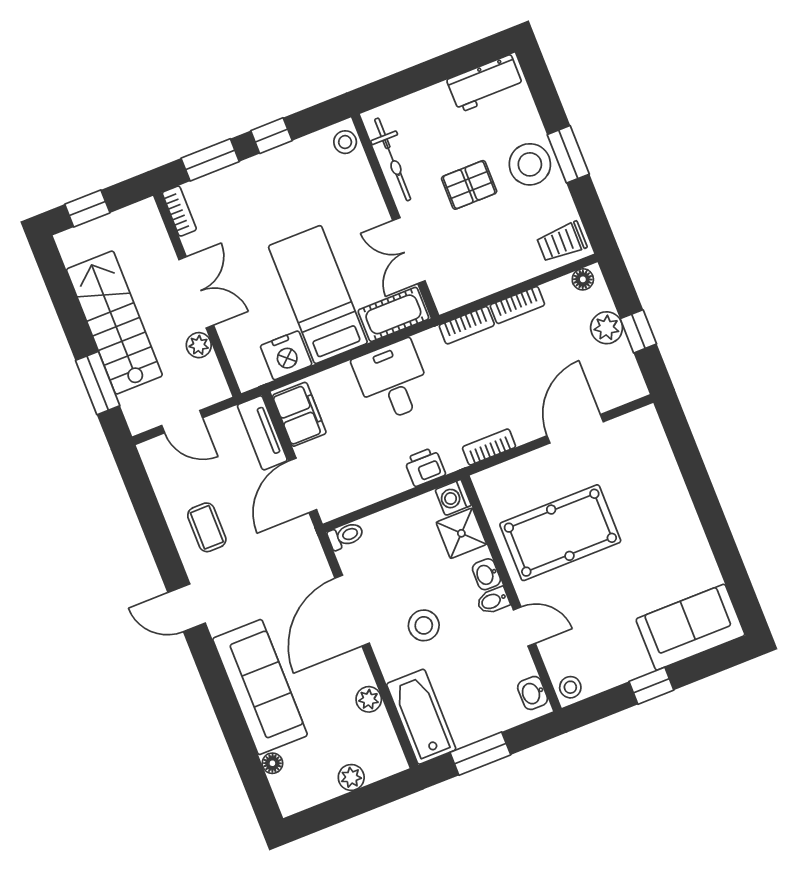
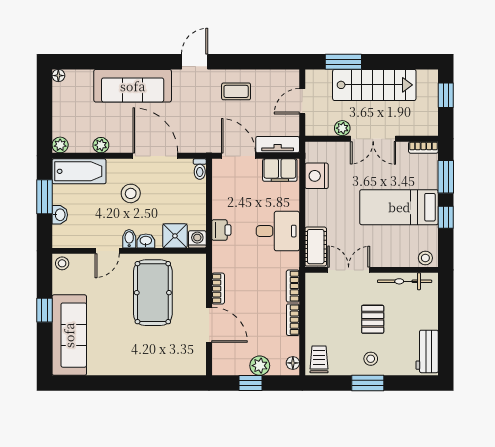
stool: (530, 164) -> (371, 359), width x0.53, depth x0.53
bed: (318, 295) -> (399, 207), moved, turned 180
bookcase: (489, 447) -> (218, 289), moved
sofa: (690, 627) -> (69, 335), width x1.36
washbasin: (533, 693) -> (60, 215), moved, turned 90
floor lamp: (272, 763) -> (58, 76), moved
plant: (351, 777) -> (60, 145), moved

